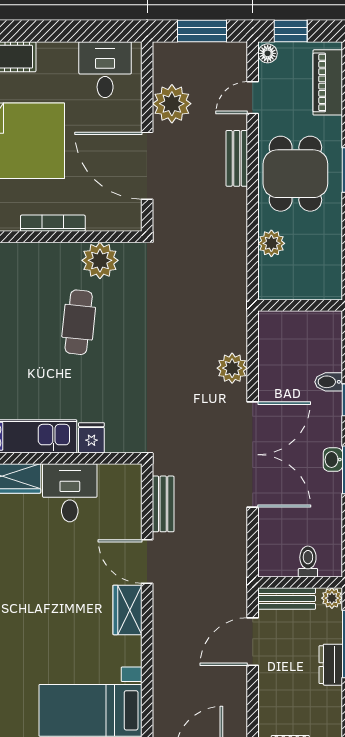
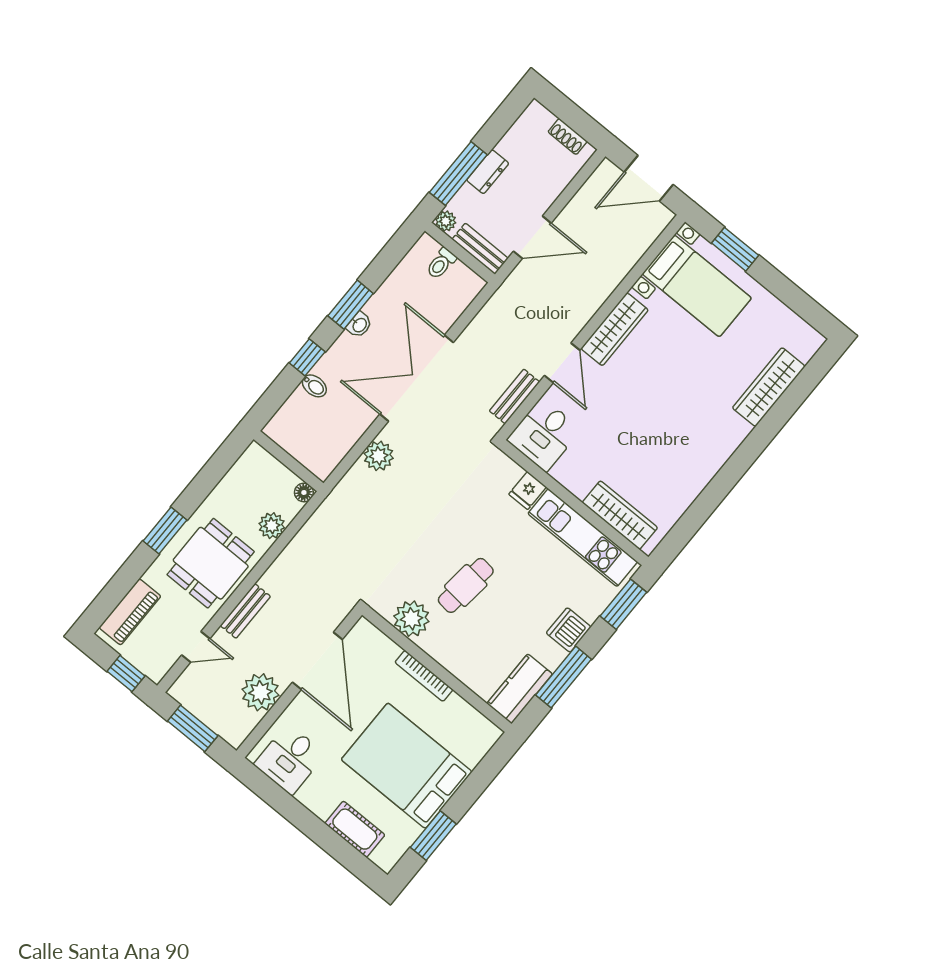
floor lamp: (268, 53) -> (304, 492), moved
desk: (70, 493) -> (544, 435), moved
wardrobe: (127, 610) -> (615, 329), width x1.50

